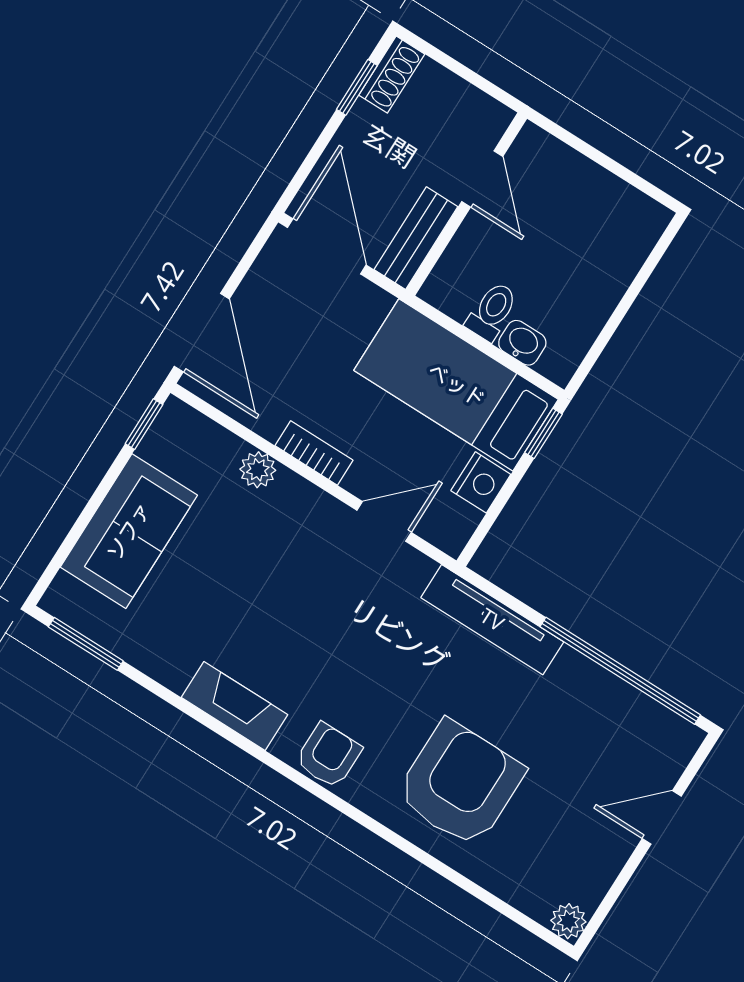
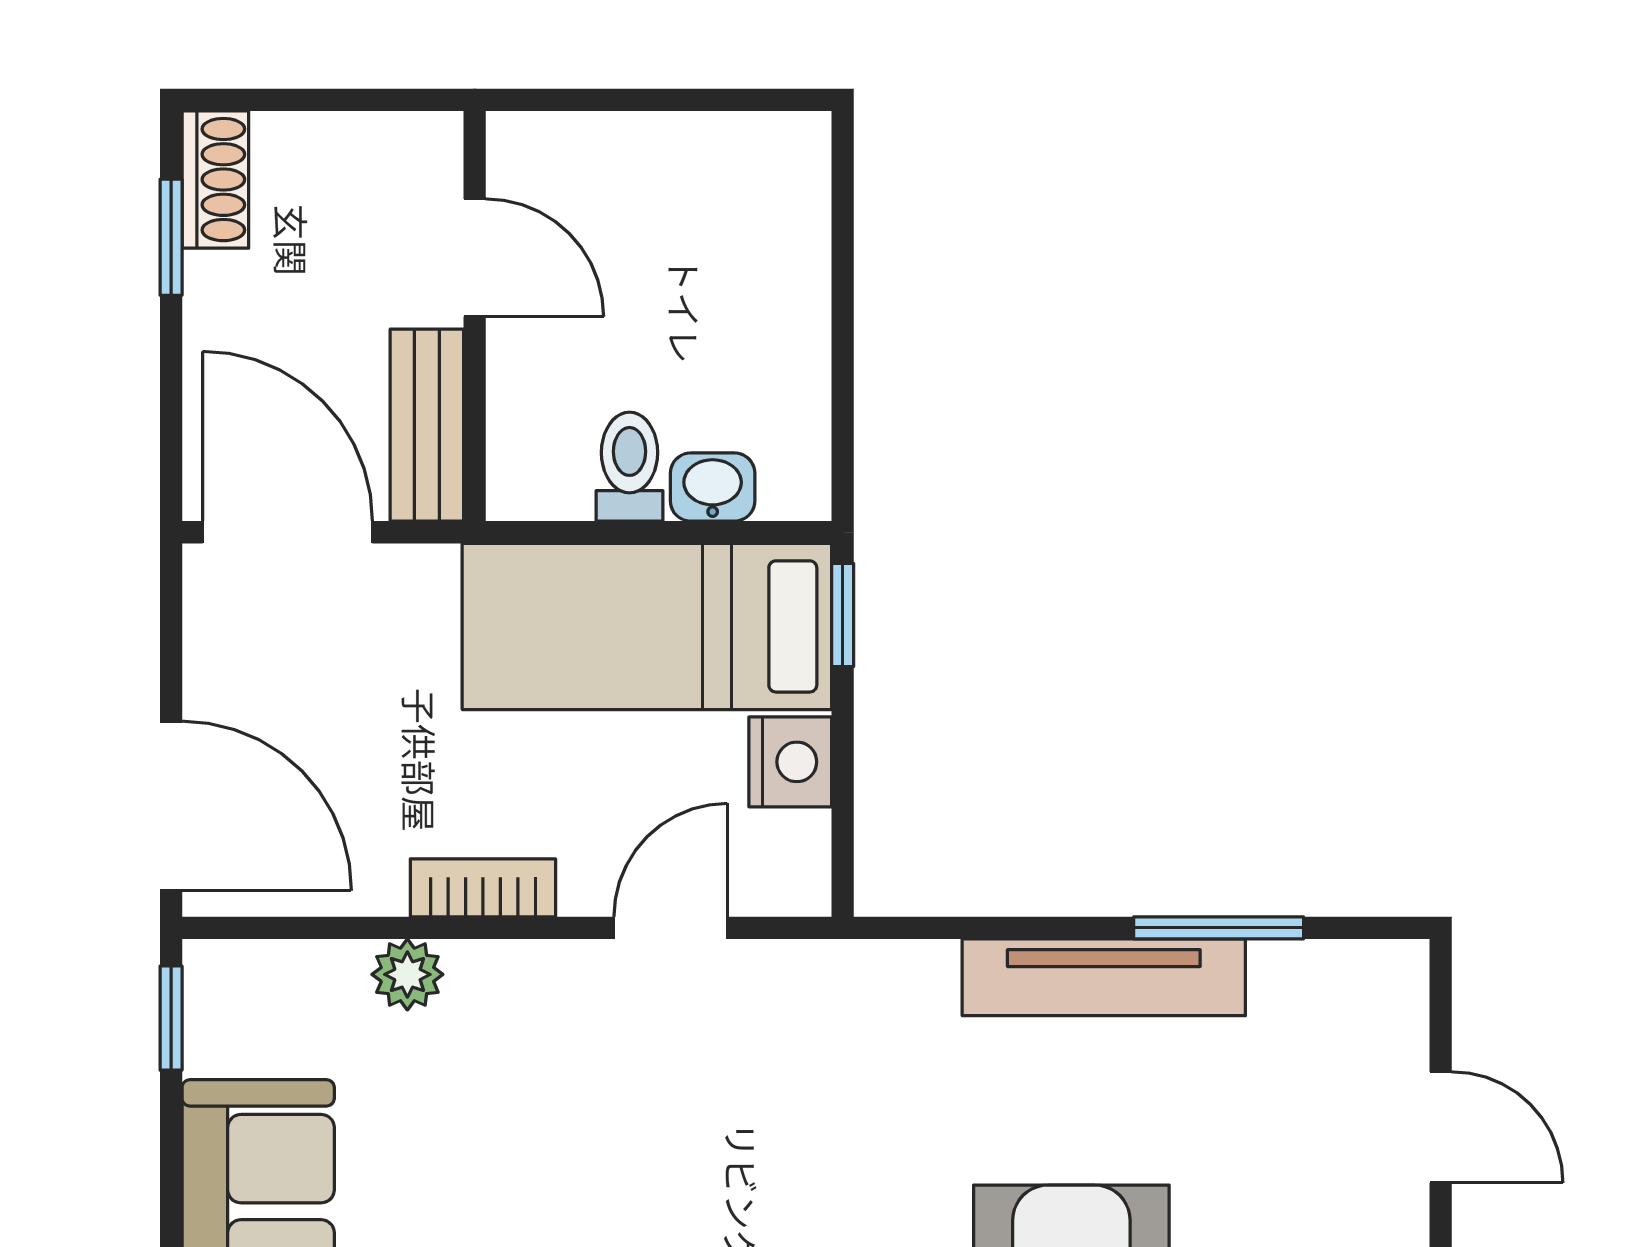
tv unit: (492, 620) -> (1104, 977), moved
window: (620, 671) -> (1219, 928), width x0.47
door: (662, 817) -> (1441, 1127), swing flipped

